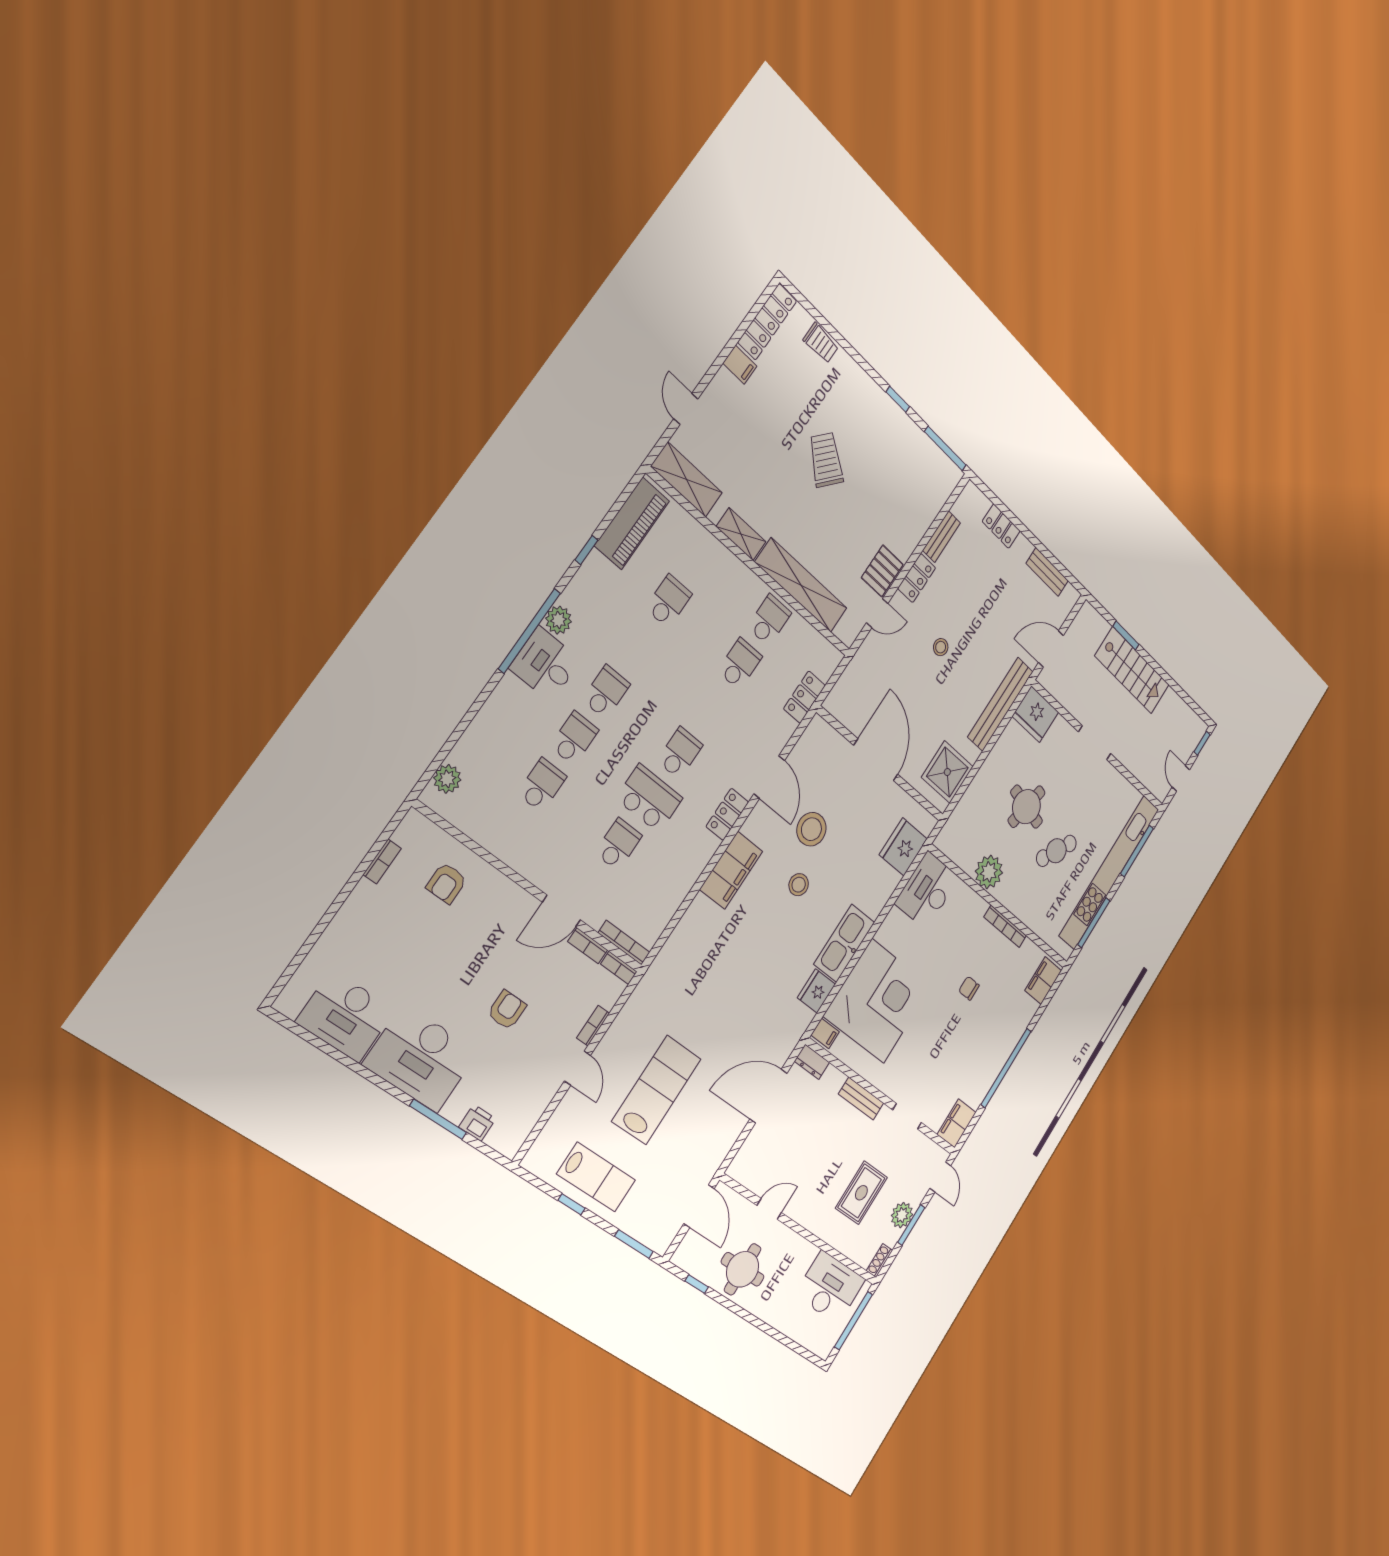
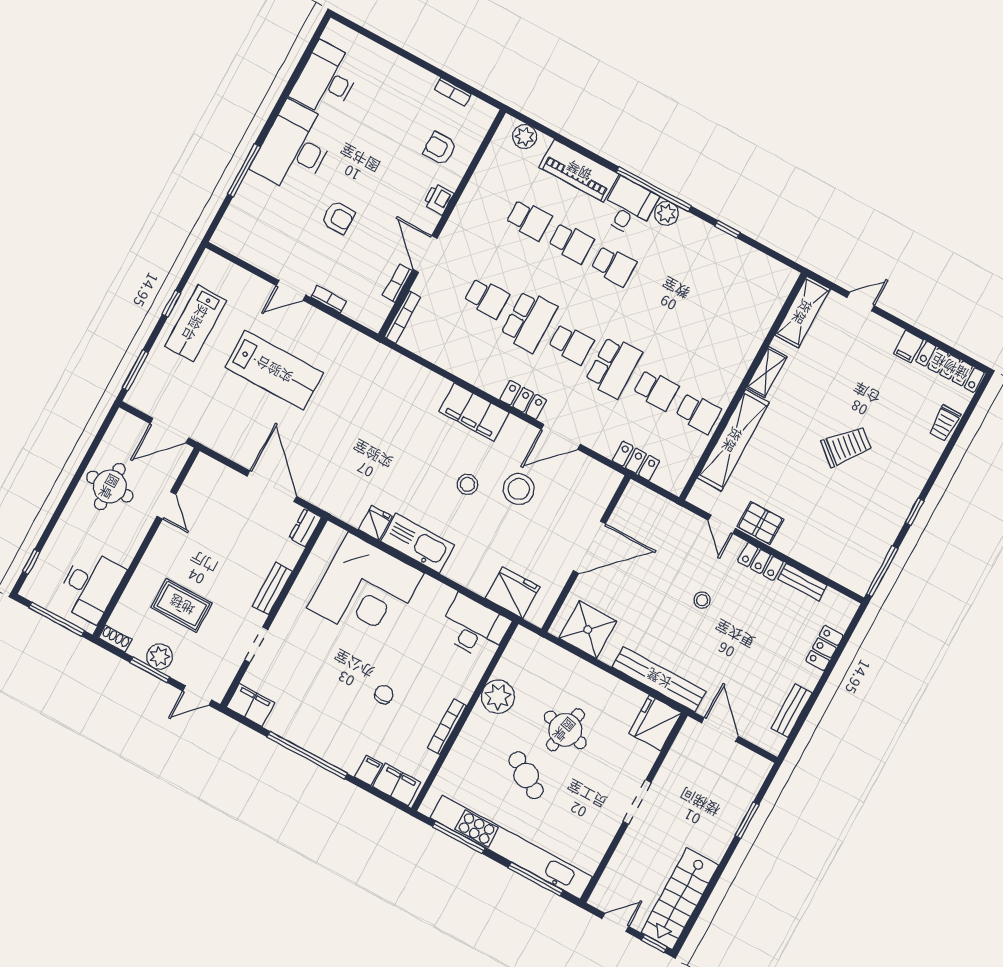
piano: (632, 523) -> (579, 171), moved
school desk: (669, 601) -> (613, 367), moved, width x1.85
stairs: (1132, 670) -> (680, 899), moved
bookcase: (619, 968) -> (380, 316), removed
fridge: (816, 991) -> (375, 523), width x0.72
filing cabinet: (825, 1033) -> (369, 770), moved, turned 180
printer: (477, 1123) -> (438, 199), moved, turned 180
window: (697, 1284) -> (31, 562), moved

